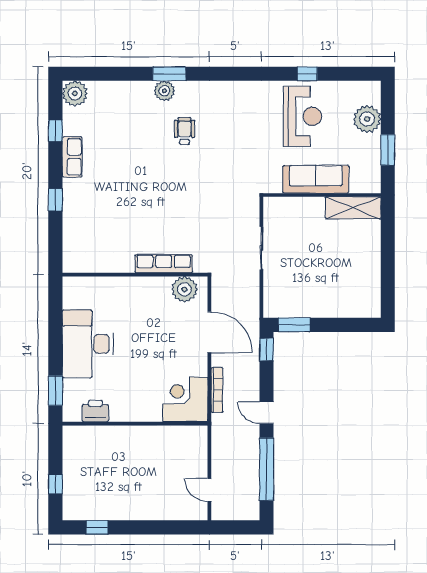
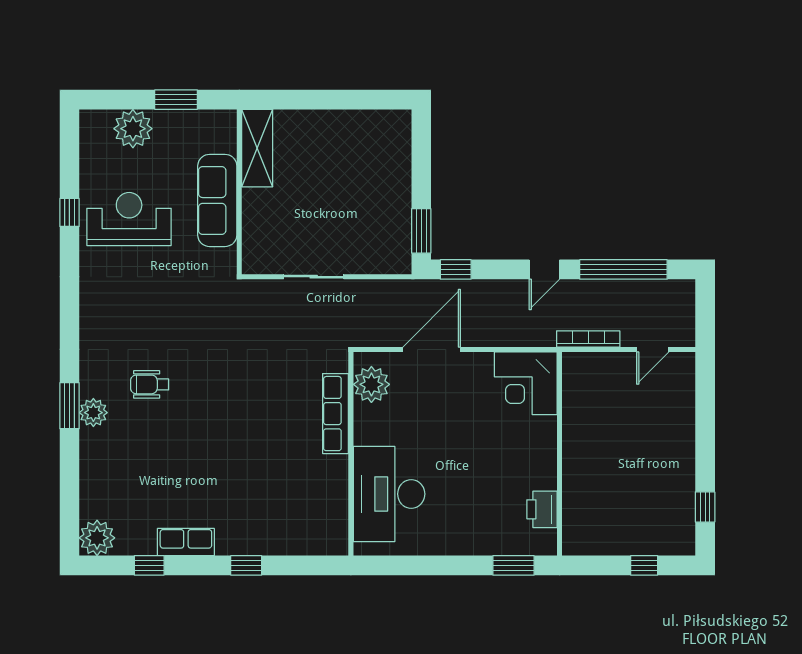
desk: (88, 344) -> (389, 494), moved, turned 90
bookcase: (217, 390) -> (588, 339), moved

